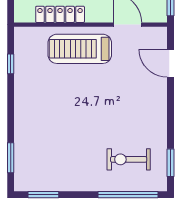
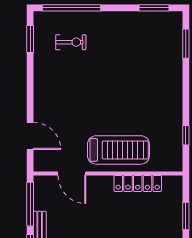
exercise bike: (129, 159) -> (71, 42), width x0.73, depth x0.72

